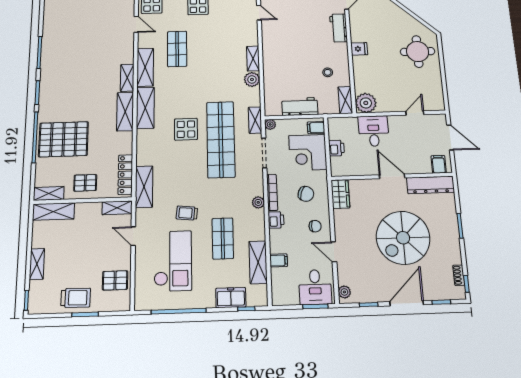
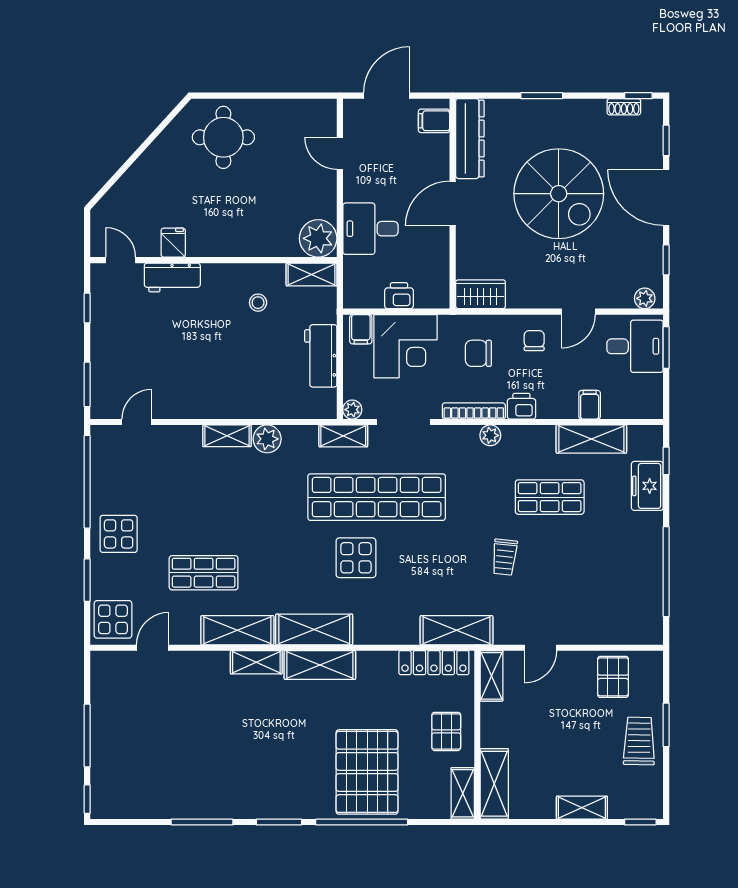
fridge: (359, 49) -> (173, 243), moved
chair: (306, 194) -> (478, 353), turned -109
checkout: (173, 261) -> (584, 581), removed

